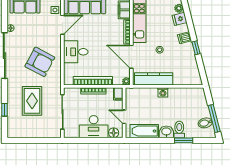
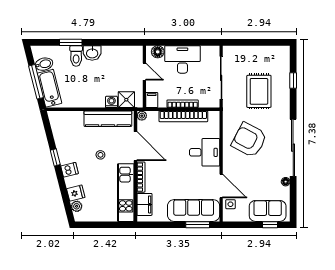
door: (62, 25) -> (221, 186), swing flipped
washing machine: (163, 92) -> (111, 102), moved
shower: (139, 94) -> (126, 100), added
window: (214, 119) -> (36, 82), moved
bathtub: (144, 131) -> (50, 88), moved, turned -104

